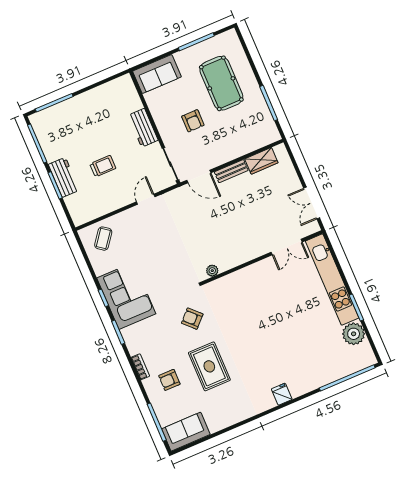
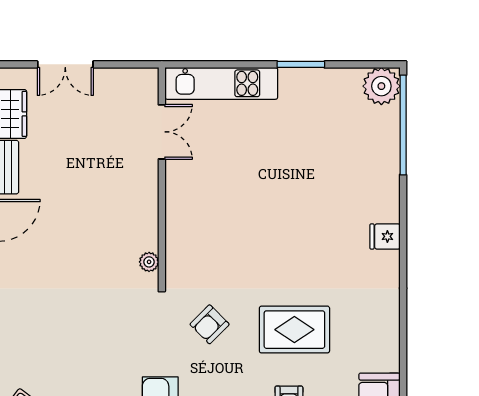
double door: (312, 203) -> (65, 64), moved
kitchen unit: (332, 280) -> (221, 83), width x0.73
plant: (354, 334) -> (381, 86), moved

